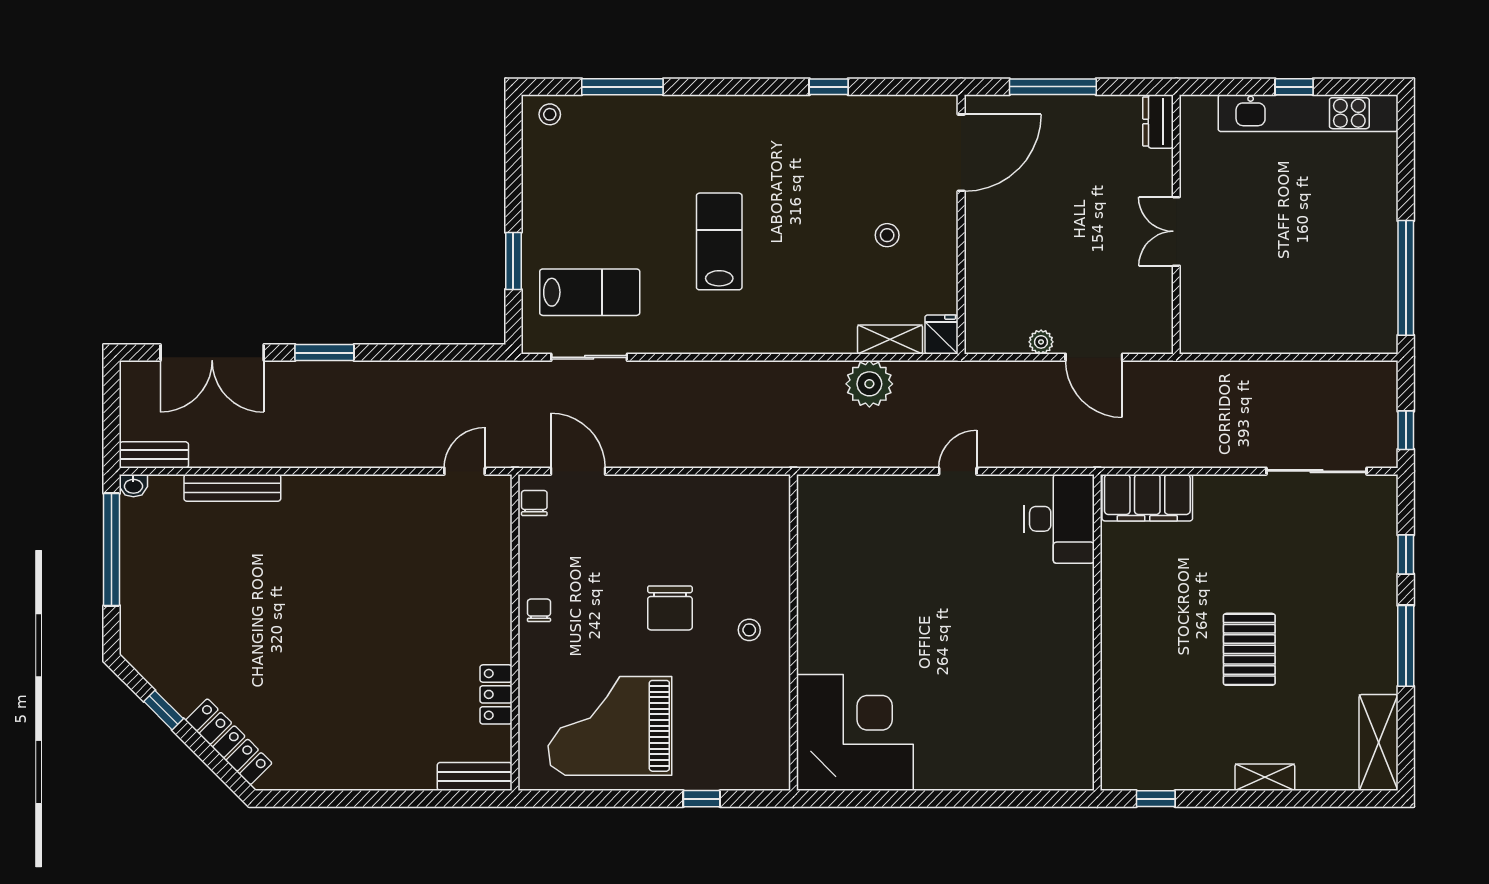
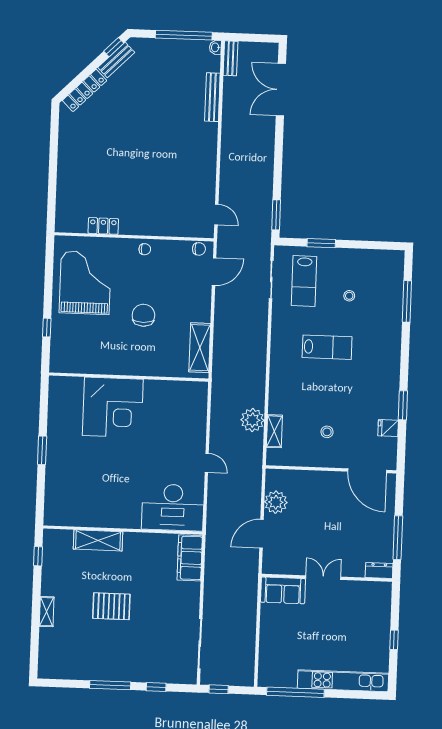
window: (829, 87) -> (403, 405), width x1.50
window: (1053, 87) -> (398, 538), moved
kitchen unit: (1308, 113) -> (343, 681), moved, turned 90
stool: (550, 114) -> (349, 296), moved
sofa: (1205, 310) -> (283, 590), added
fridge: (942, 334) -> (388, 428), moved, turned 180
plant: (1041, 342) -> (276, 502), width x1.88, depth x1.88
window: (324, 353) -> (276, 215), moved
shelving: (730, 494) -> (200, 348), added
desk: (1059, 519) -> (173, 507), width x1.36, depth x1.30
chair: (670, 608) -> (143, 315), turned 90
stool: (749, 630) -> (131, 355), removed
window: (164, 710) -> (114, 47), moved
corner desk: (855, 733) -> (113, 407), moved
shelving: (1379, 743) -> (98, 540), moved
bench: (475, 777) -> (116, 60), moved, turned 45
window: (945, 799) -> (42, 450), added

